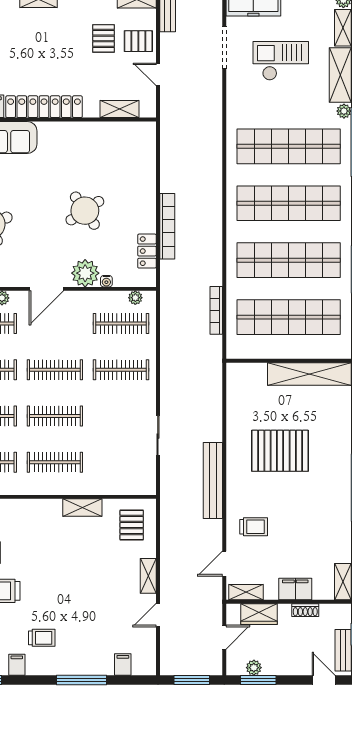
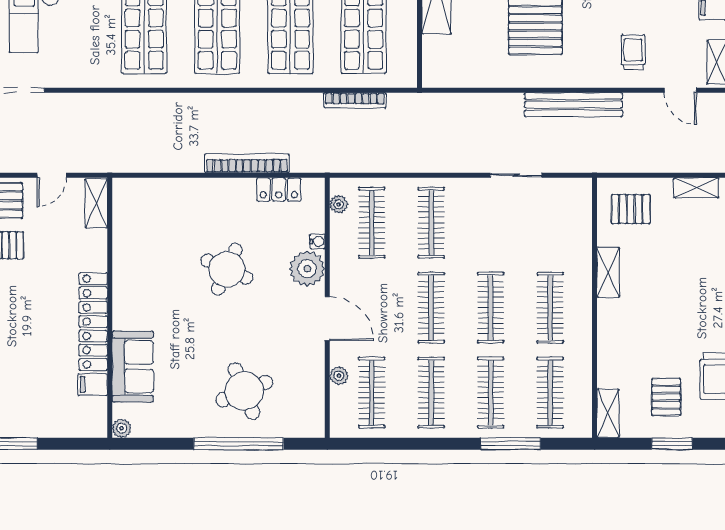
shelving: (120, 109) -> (96, 203), moved
round table: (85, 211) -> (227, 269), turned -32

